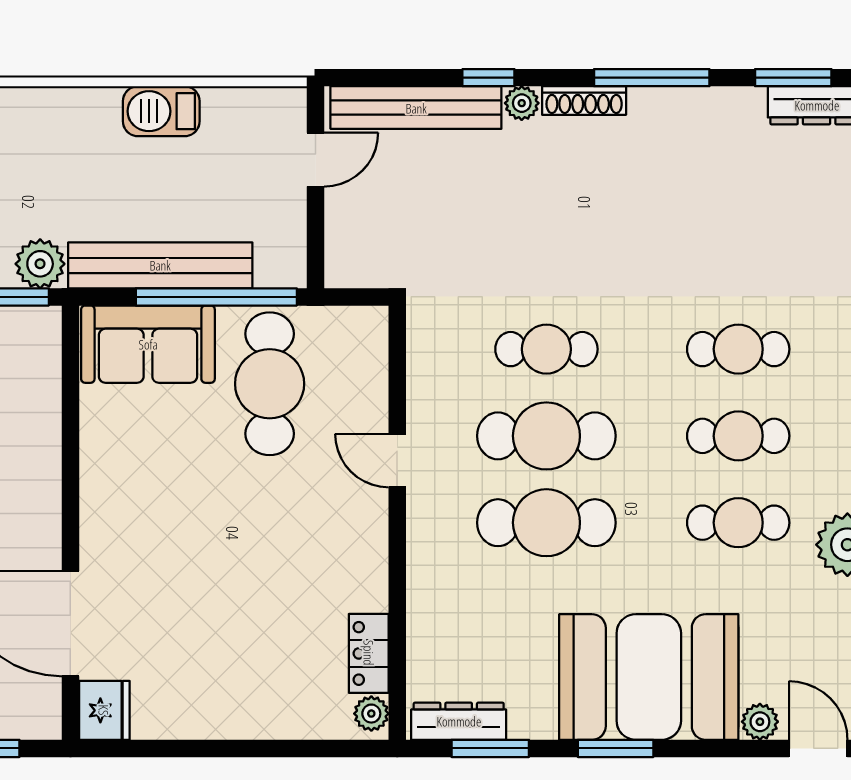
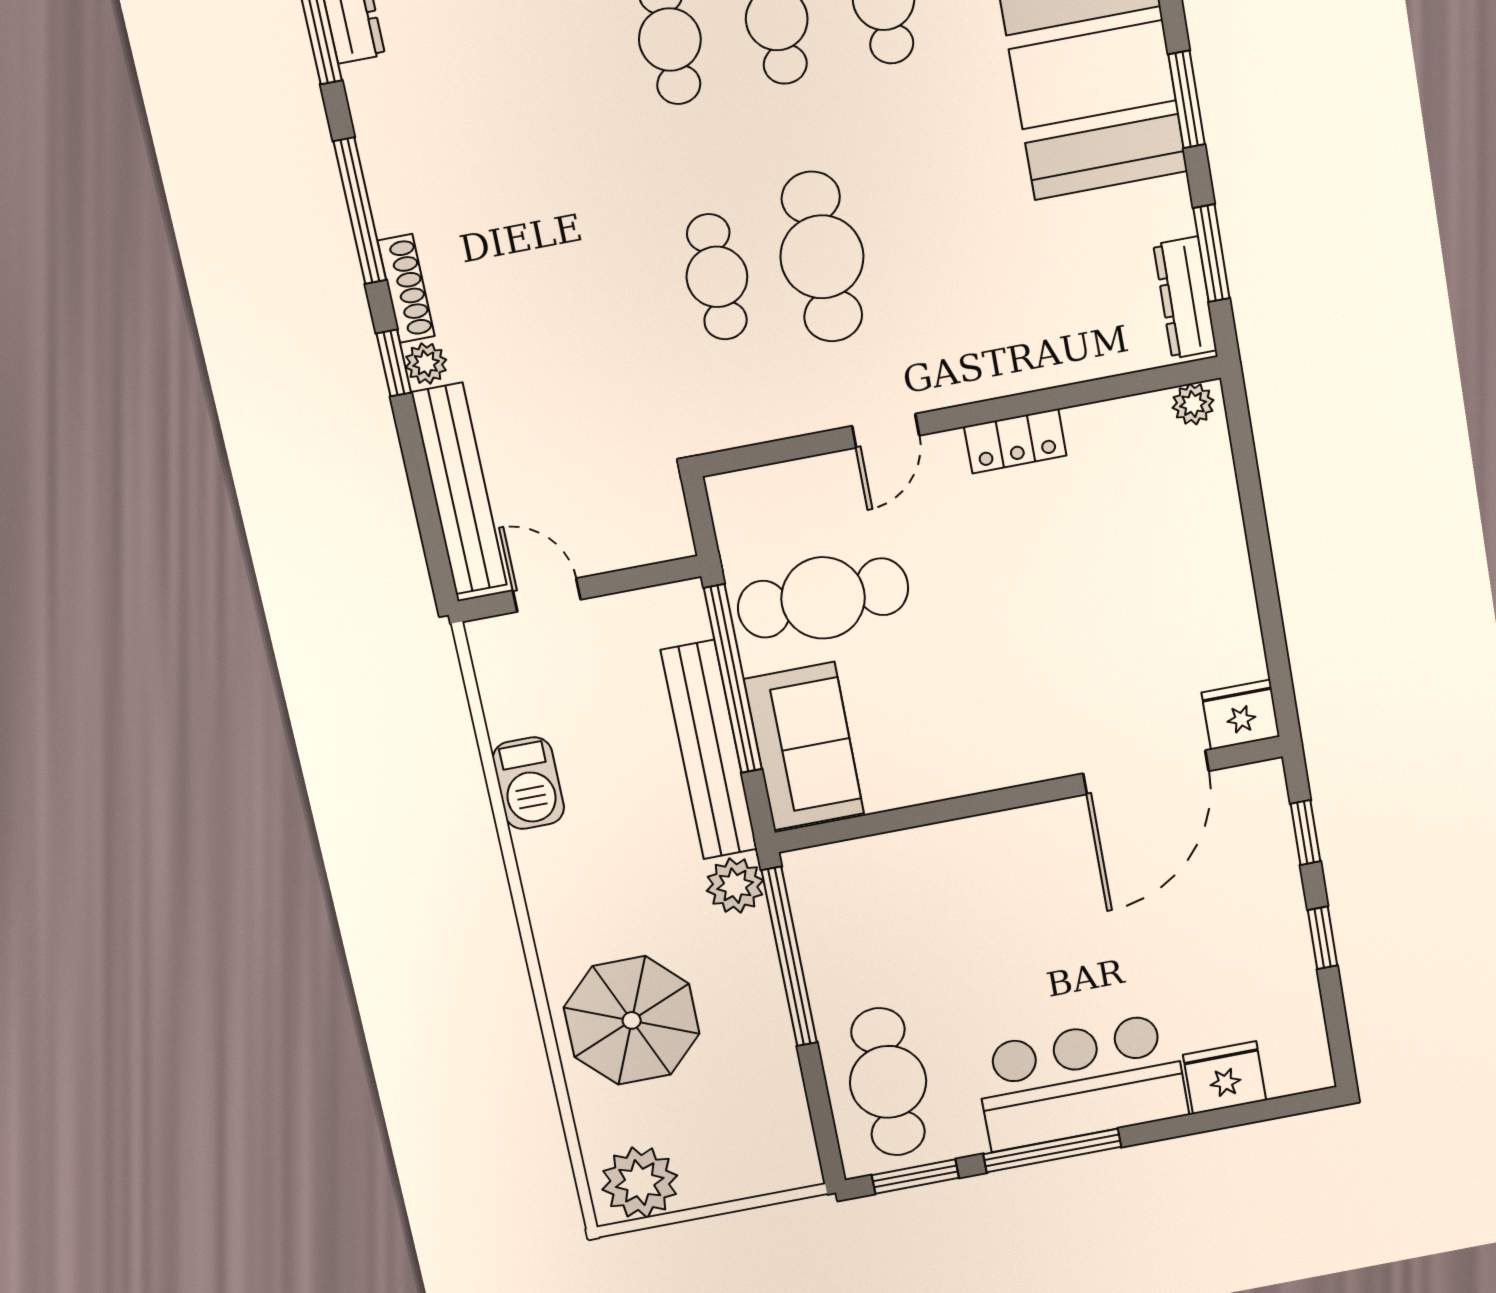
window: (488, 78) -> (394, 363), moved
cafe table: (546, 523) -> (927, 237), removed
locker: (369, 653) -> (1015, 441), moved

